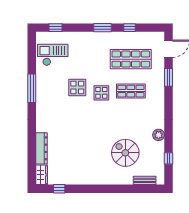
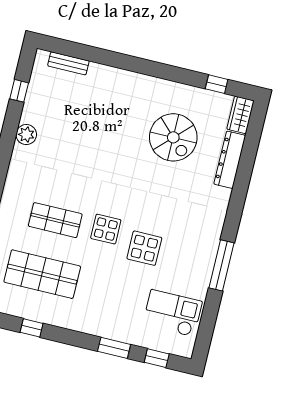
window: (102, 28) -> (114, 348), moved
checkout: (53, 55) -> (172, 313), turned 180
spiral stairs: (125, 153) -> (173, 137), moved

